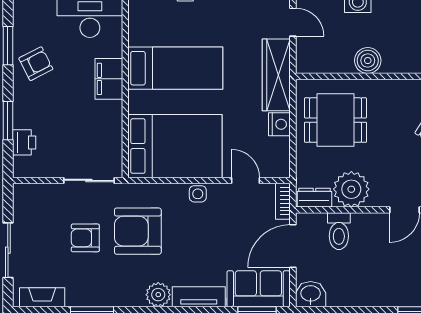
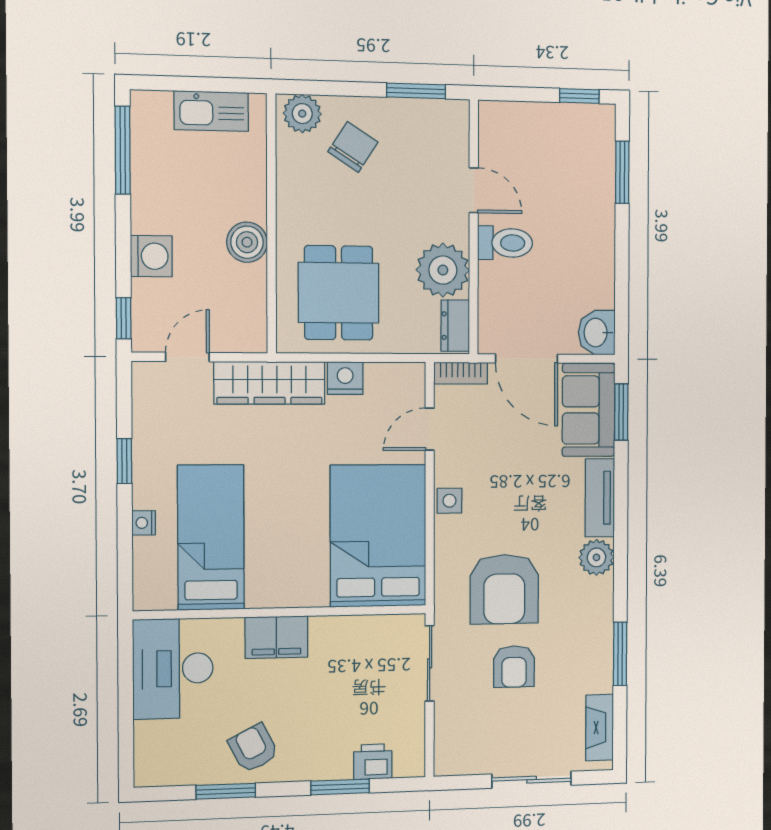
bed: (175, 68) -> (211, 537), moved
toilet: (339, 231) -> (505, 243), moved

